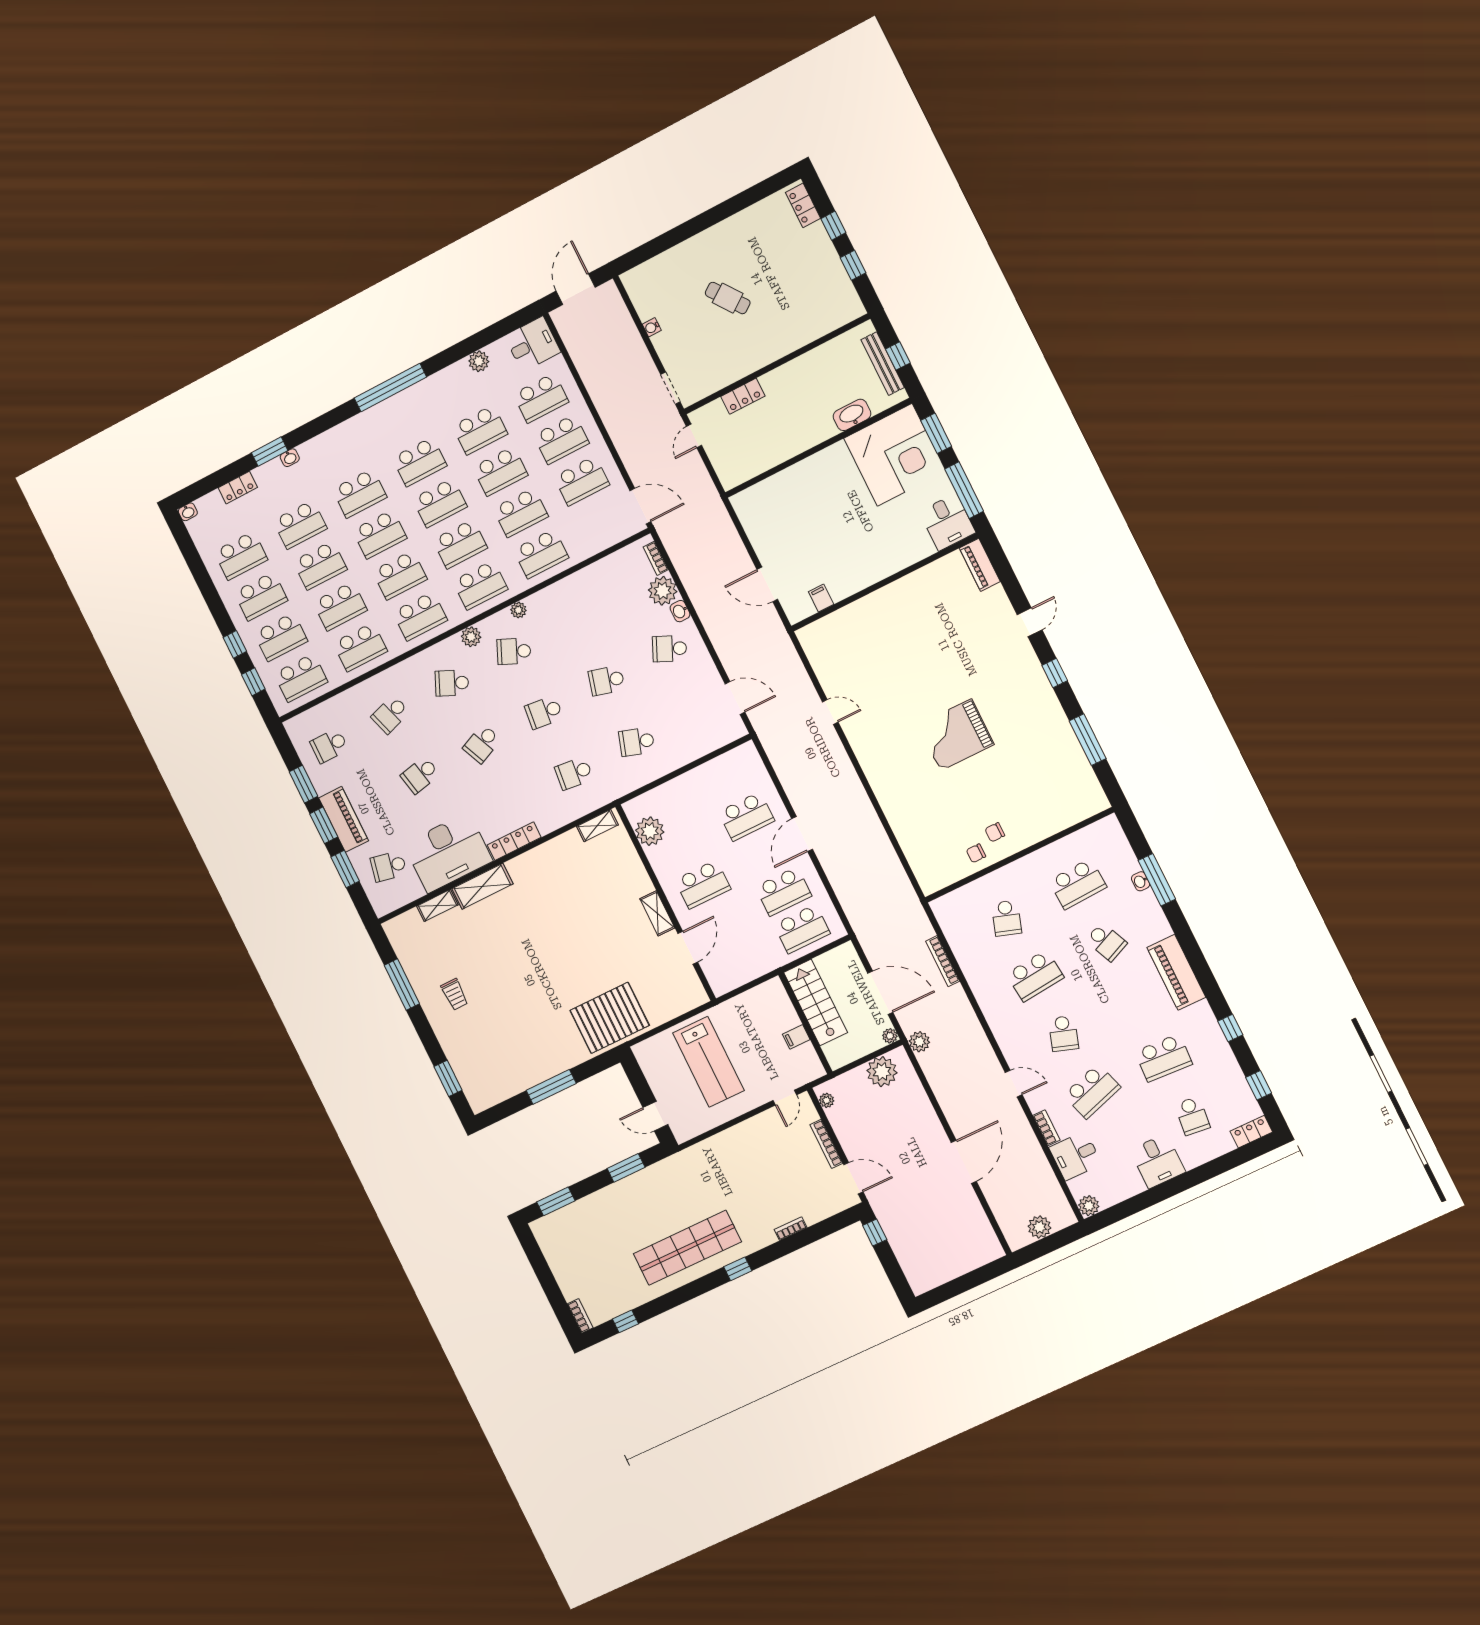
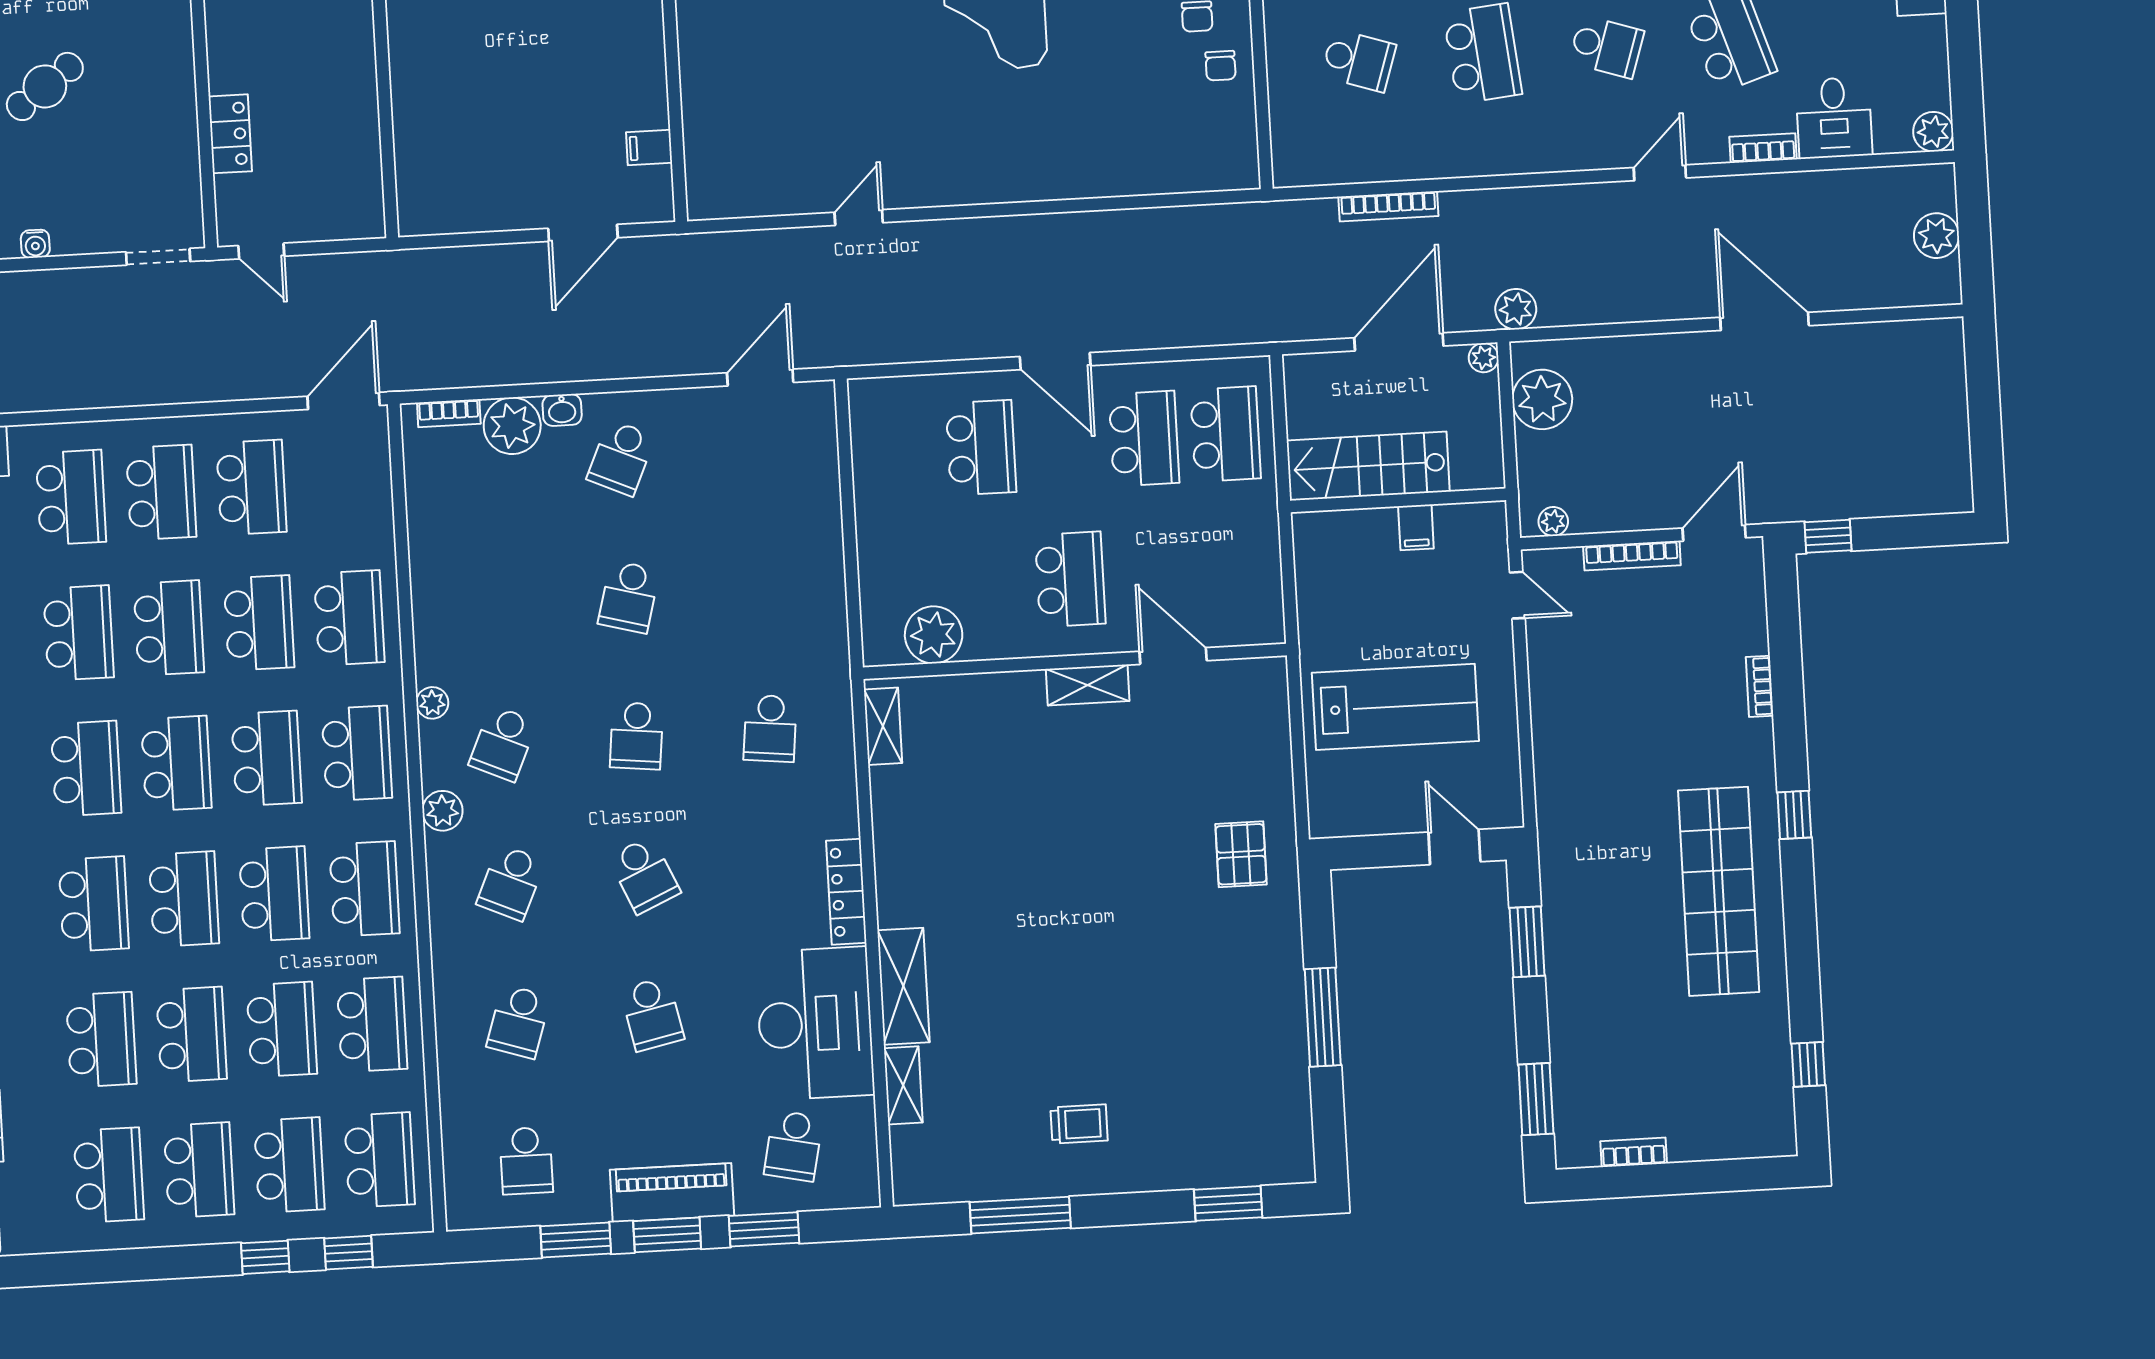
school desk: (390, 714) -> (518, 1022), turned 36
school desk: (637, 742) -> (762, 589), removed
pallet: (610, 1018) -> (1241, 854), width x0.49, depth x0.50
door: (655, 1116) -> (1454, 847), swing flipped
bookcase: (580, 1316) -> (1634, 1152), moved

